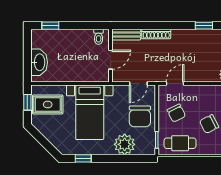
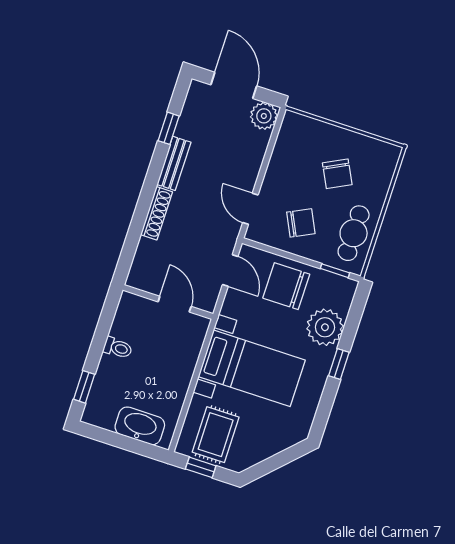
bench: (126, 35) -> (174, 163), moved
toilet: (99, 37) -> (118, 348), moved
chair: (140, 116) -> (286, 286), turned 180
window: (83, 158) -> (339, 364), moved

